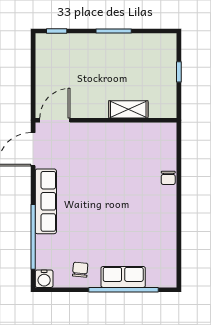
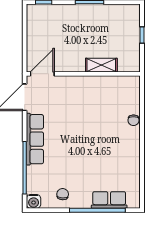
row of seats: (123, 277) -> (109, 200), moved

